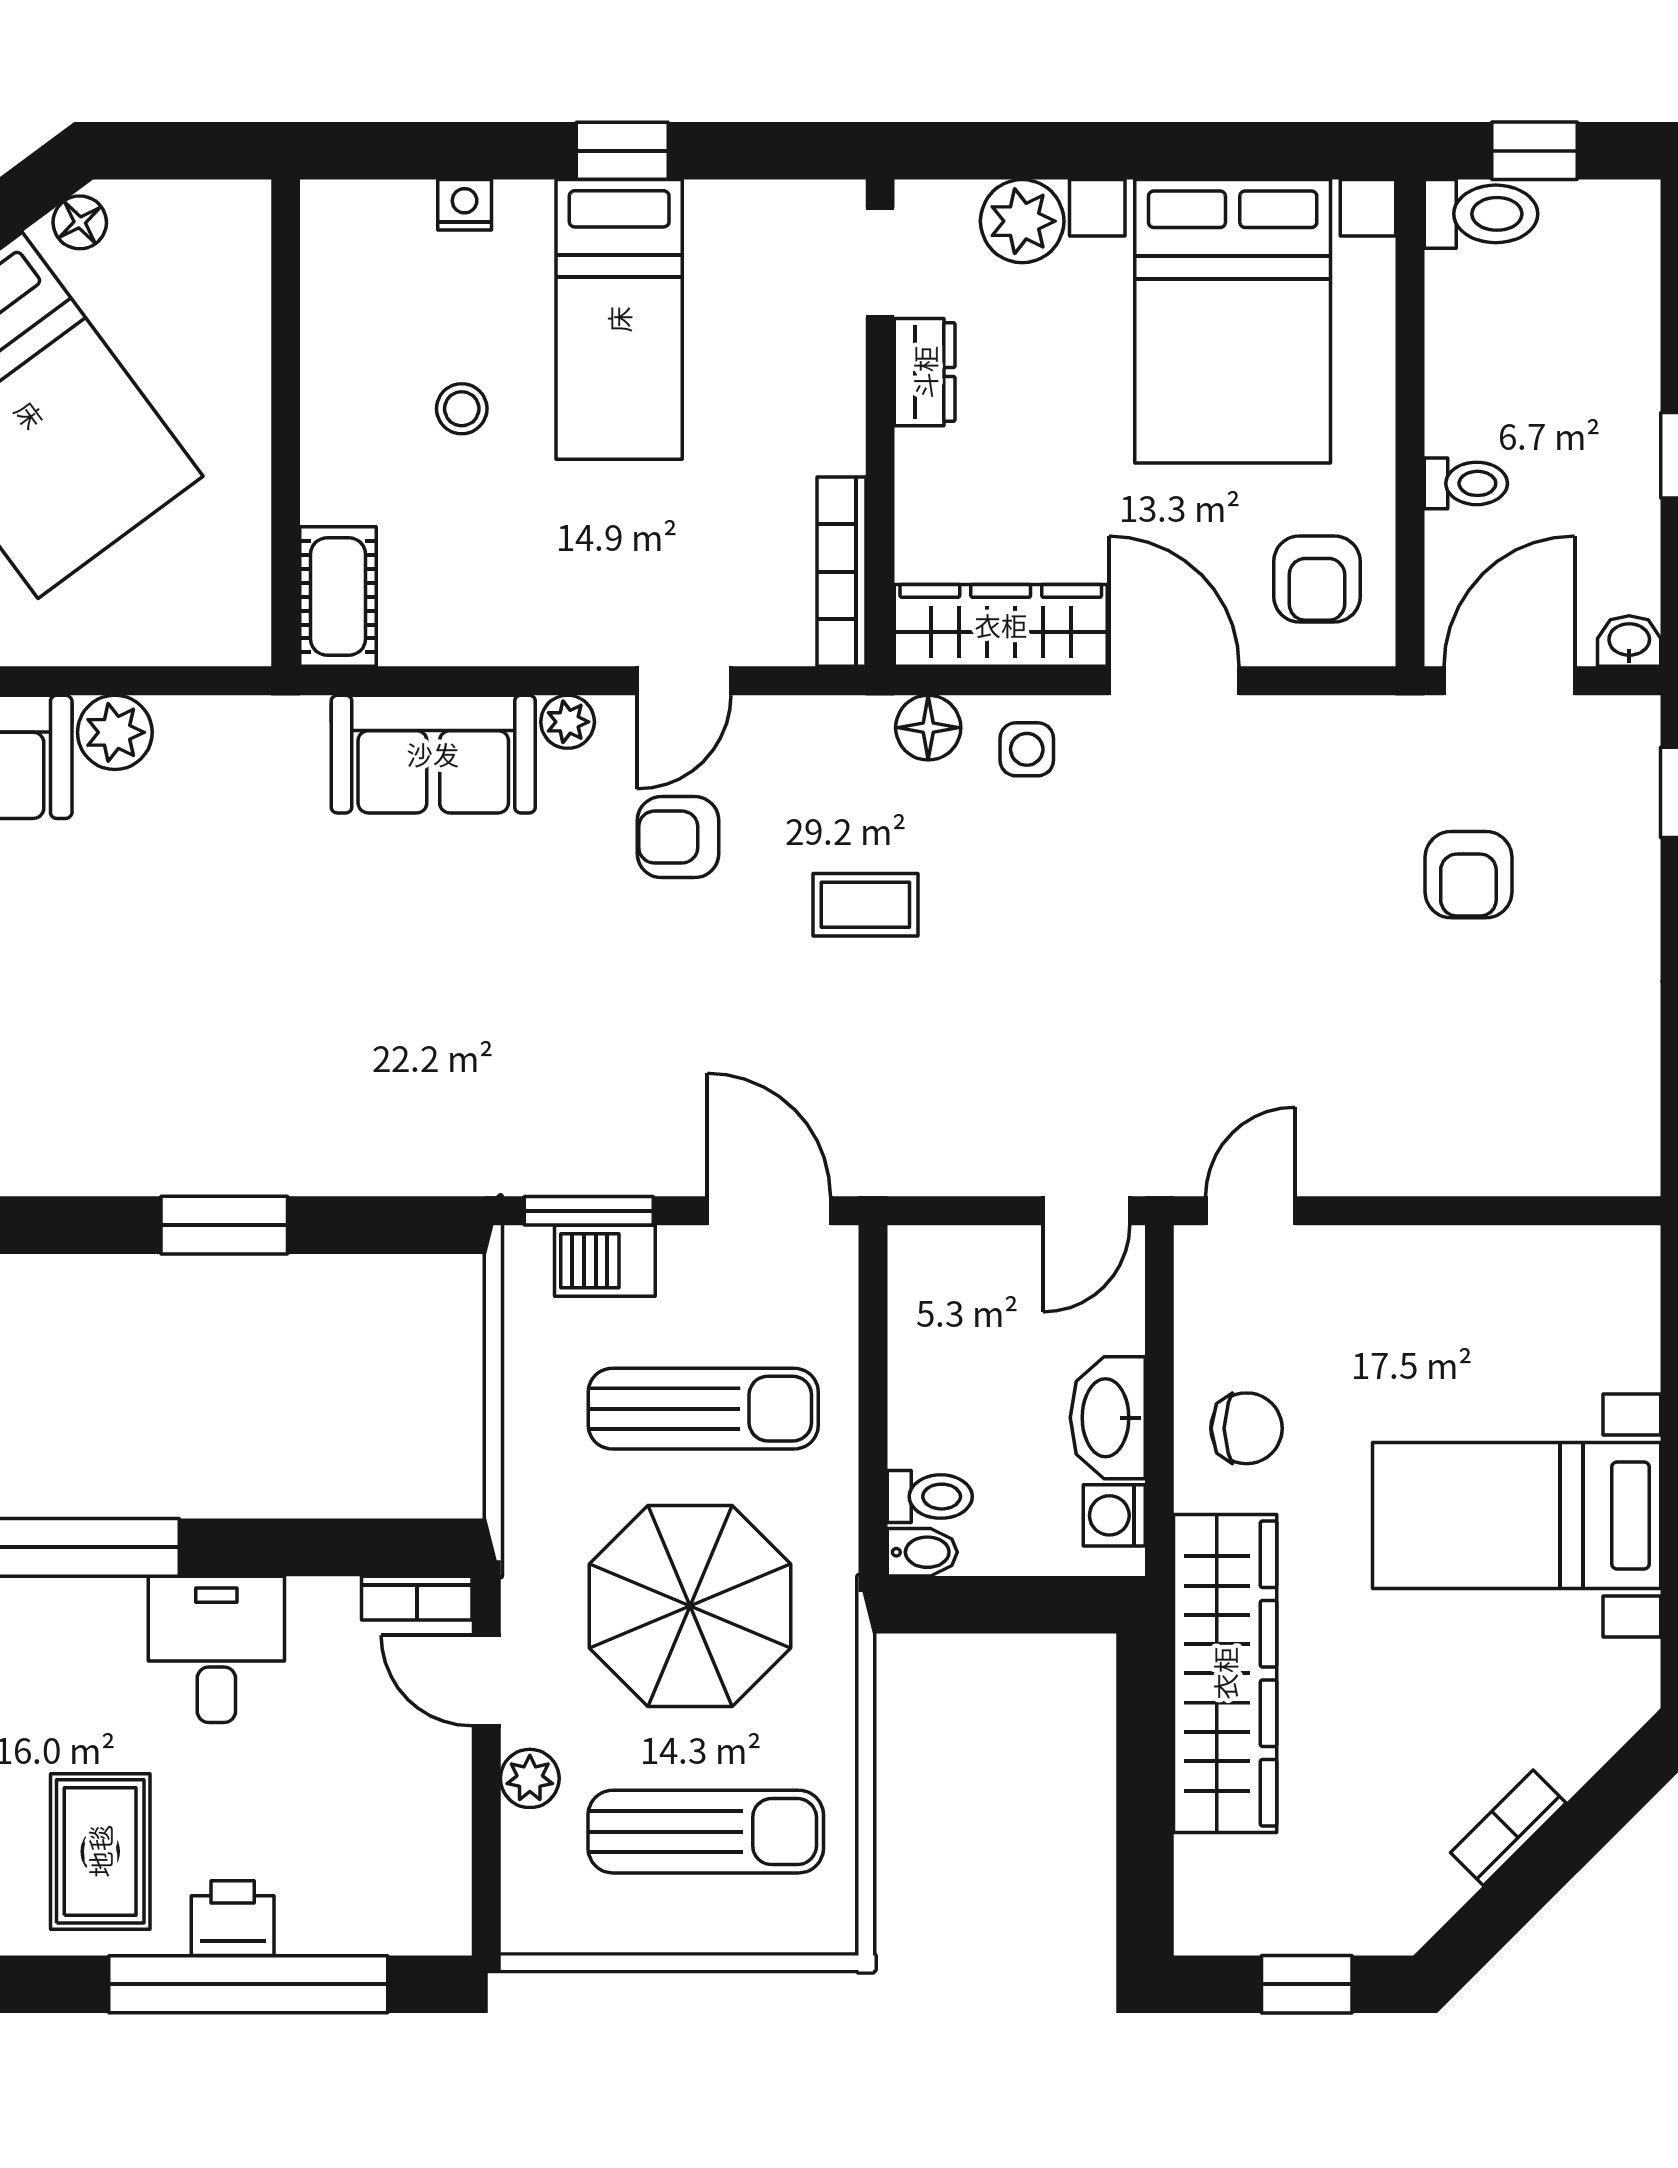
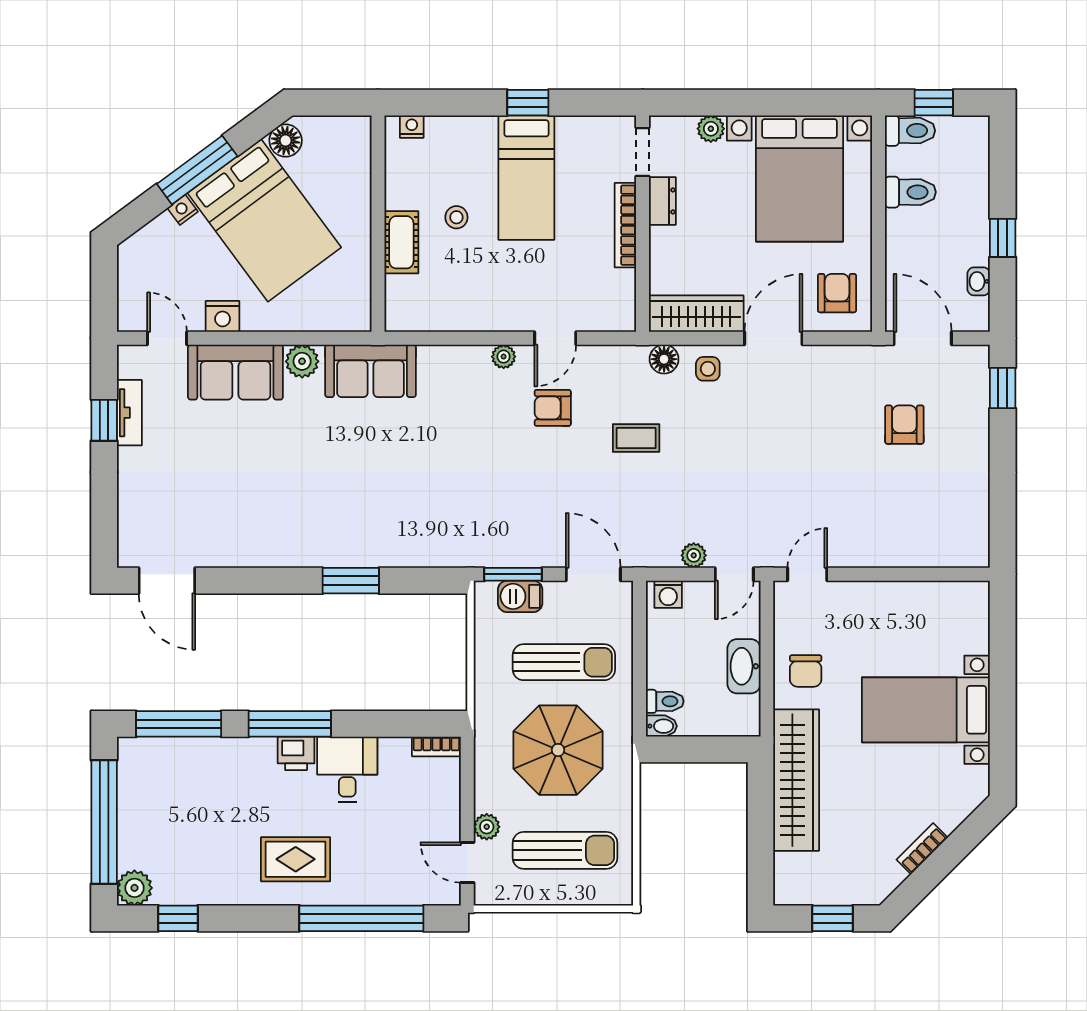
nightstand: (465, 205) -> (412, 127), moved
plant: (1022, 221) -> (711, 129), width x0.73, depth x0.73
floor lamp: (80, 222) -> (286, 141), width x1.37, depth x1.37
toilet: (1466, 483) -> (910, 192), moved, width x1.37, depth x1.39
bookcase: (841, 572) -> (625, 225), moved
armchair: (1317, 579) -> (837, 293), turned 180
cot: (338, 597) -> (401, 242), moved
washbasin: (1629, 641) -> (979, 281), moved, turned -90
door: (1174, 681) -> (773, 338), hinge flipped
door: (1509, 681) -> (923, 338), hinge flipped
sofa: (433, 754) -> (371, 371), moved
armchair: (1468, 875) -> (904, 425), turned 180
plant: (995, 1169) -> (694, 555), added
chair: (1247, 1428) -> (806, 671), turned 90
washing machine: (1114, 1515) -> (668, 594), moved, turned -90
door: (486, 1681) -> (467, 863), moved
rug: (100, 1851) -> (296, 859), turned 90
printer: (233, 1918) -> (296, 753), moved, turned 180

